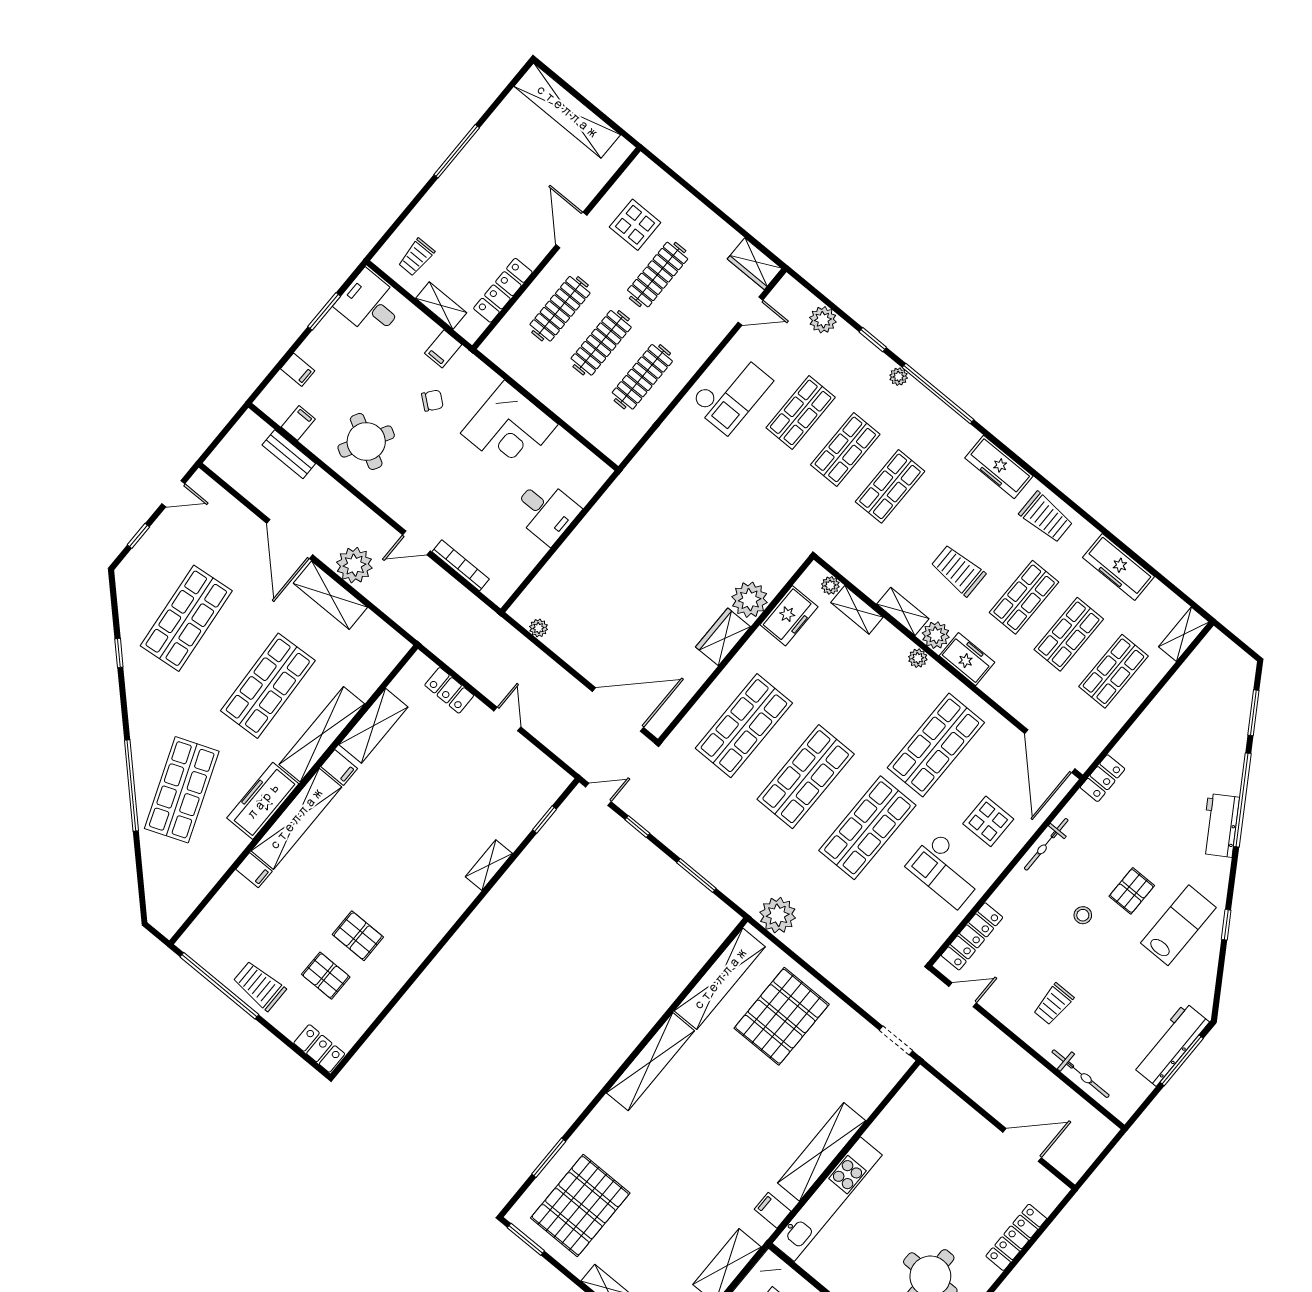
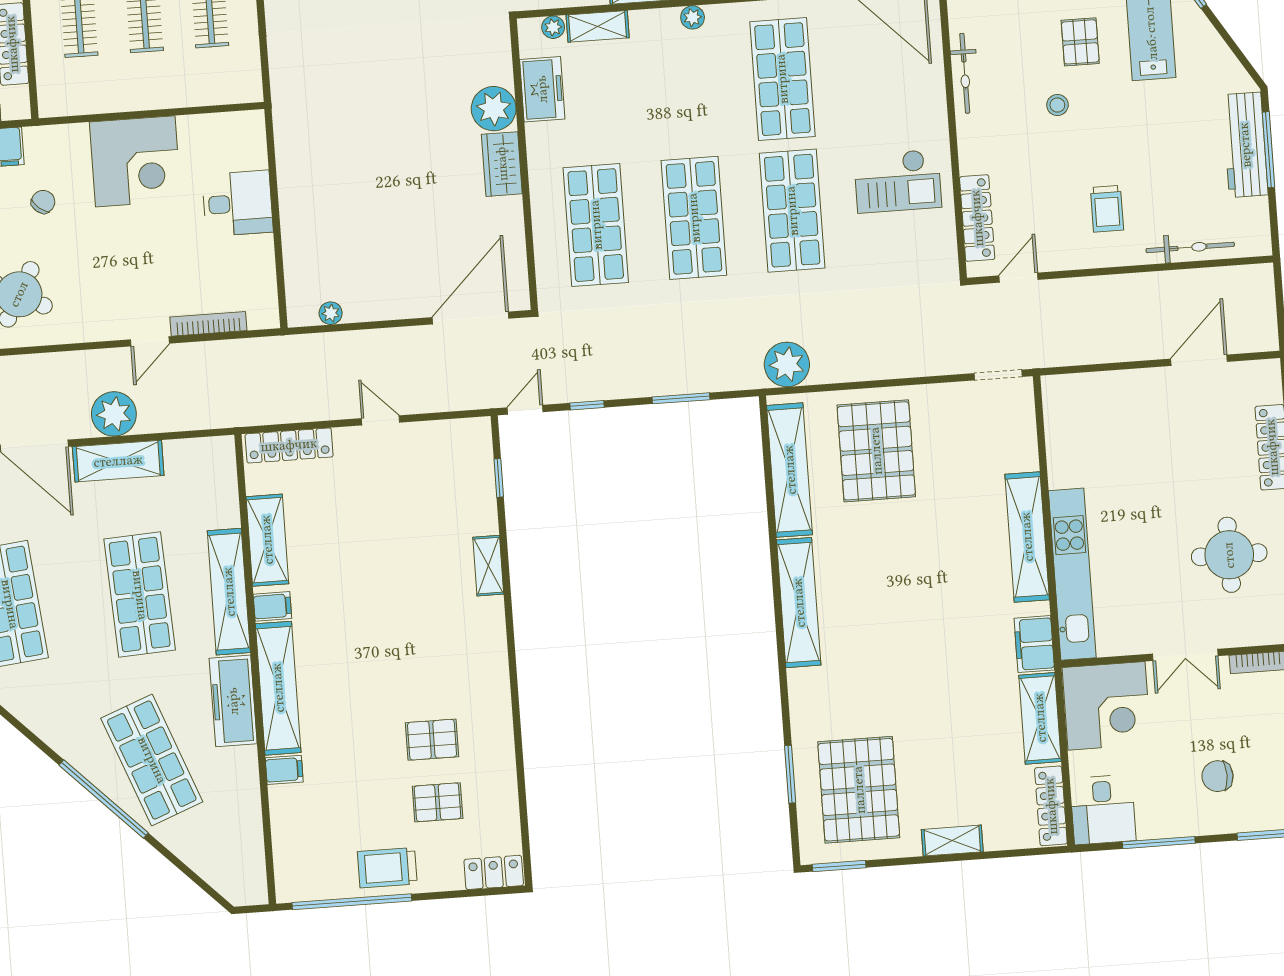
locker: (449, 690) -> (289, 445), width x1.53
display table: (988, 821) -> (894, 102), removed
filing cabinet: (773, 1210) -> (1034, 644), width x2.00

